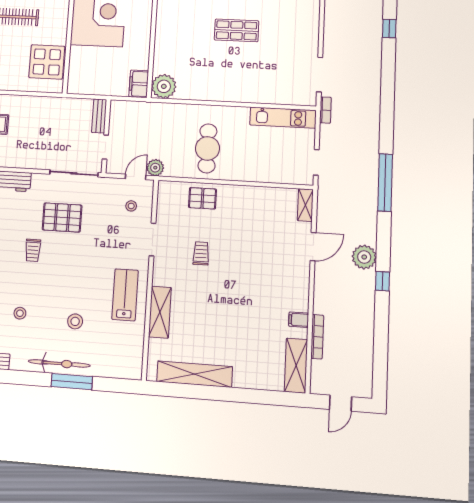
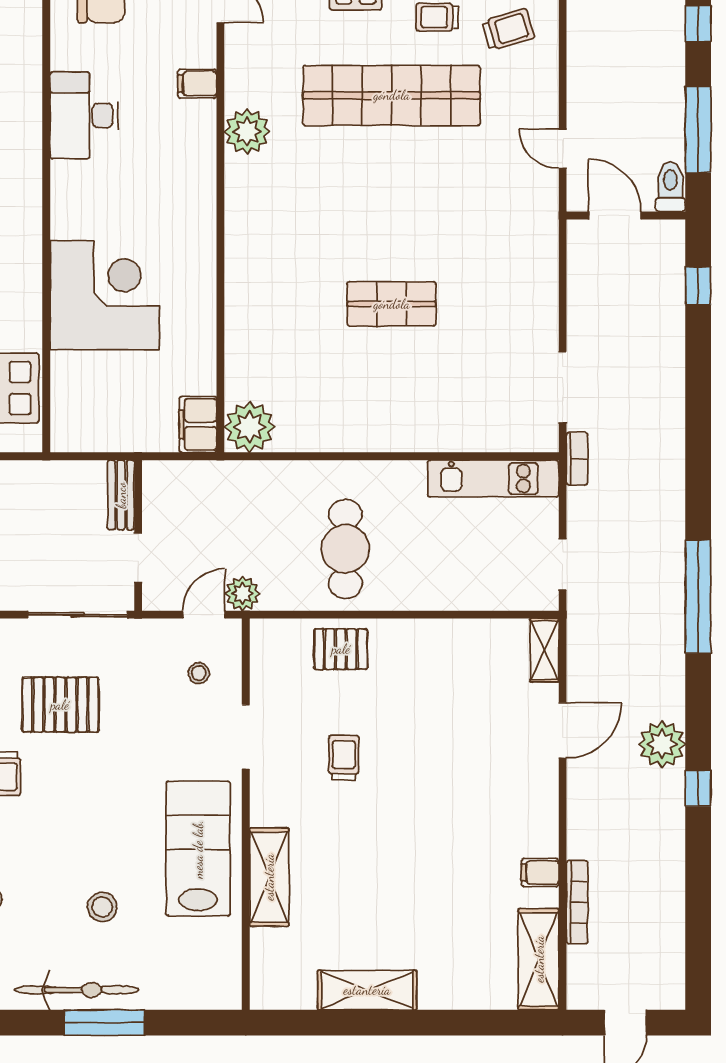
lab bench: (125, 295) -> (198, 849), width x1.36, depth x1.39
shelving: (195, 374) -> (367, 990), width x0.68

